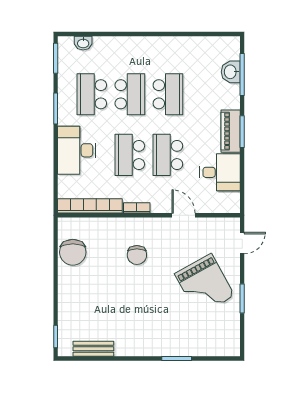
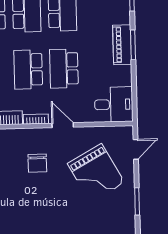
desk: (220, 172) -> (114, 104), moved
door: (183, 215) -> (63, 125), moved
grand piano: (205, 285) -> (96, 173), moved

